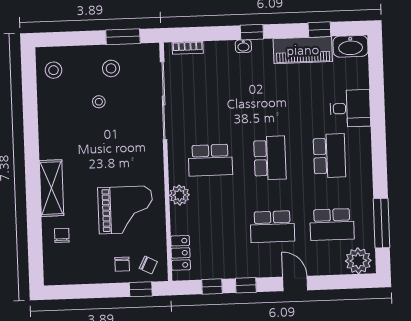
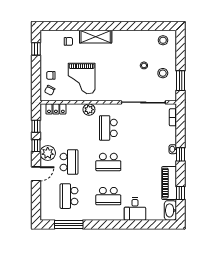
school desk: (272, 227) -> (69, 162), turned 180
plant: (358, 261) -> (48, 153), moved
window: (141, 289) -> (36, 49), moved

